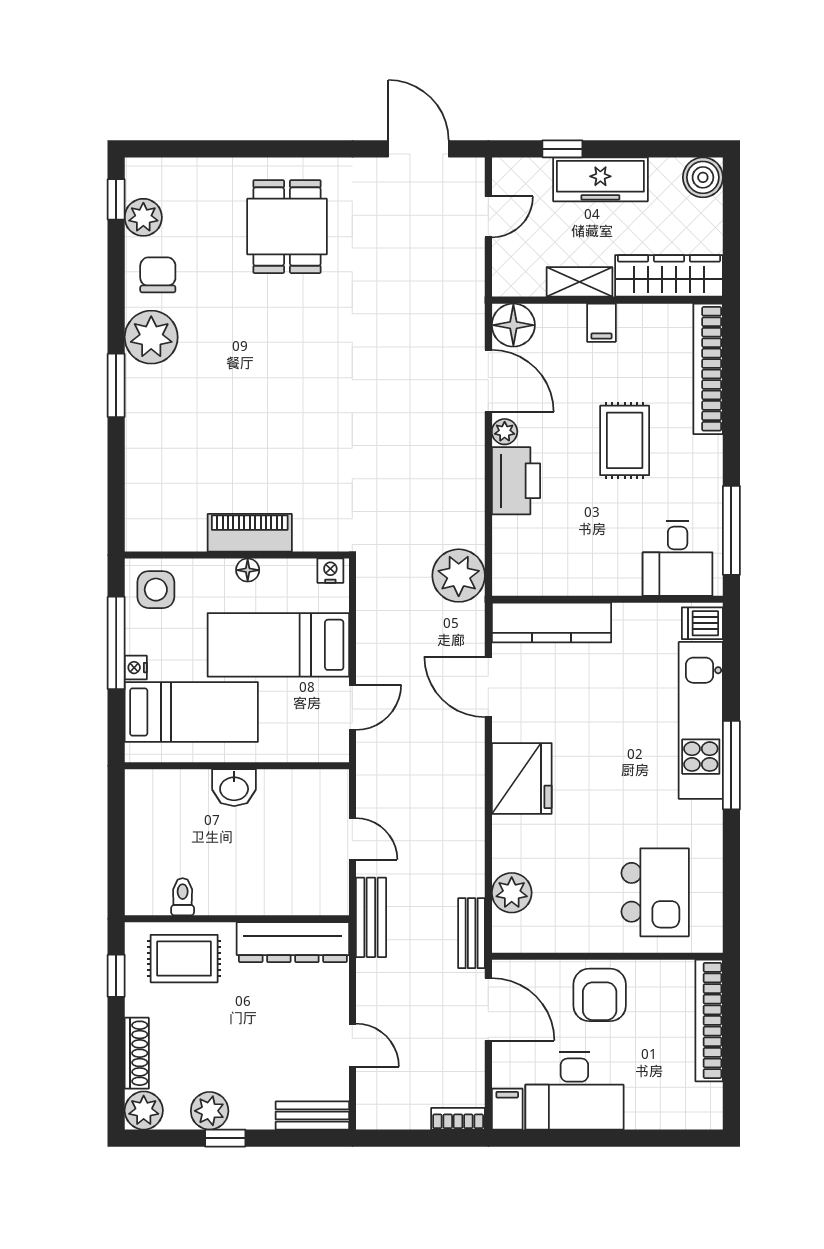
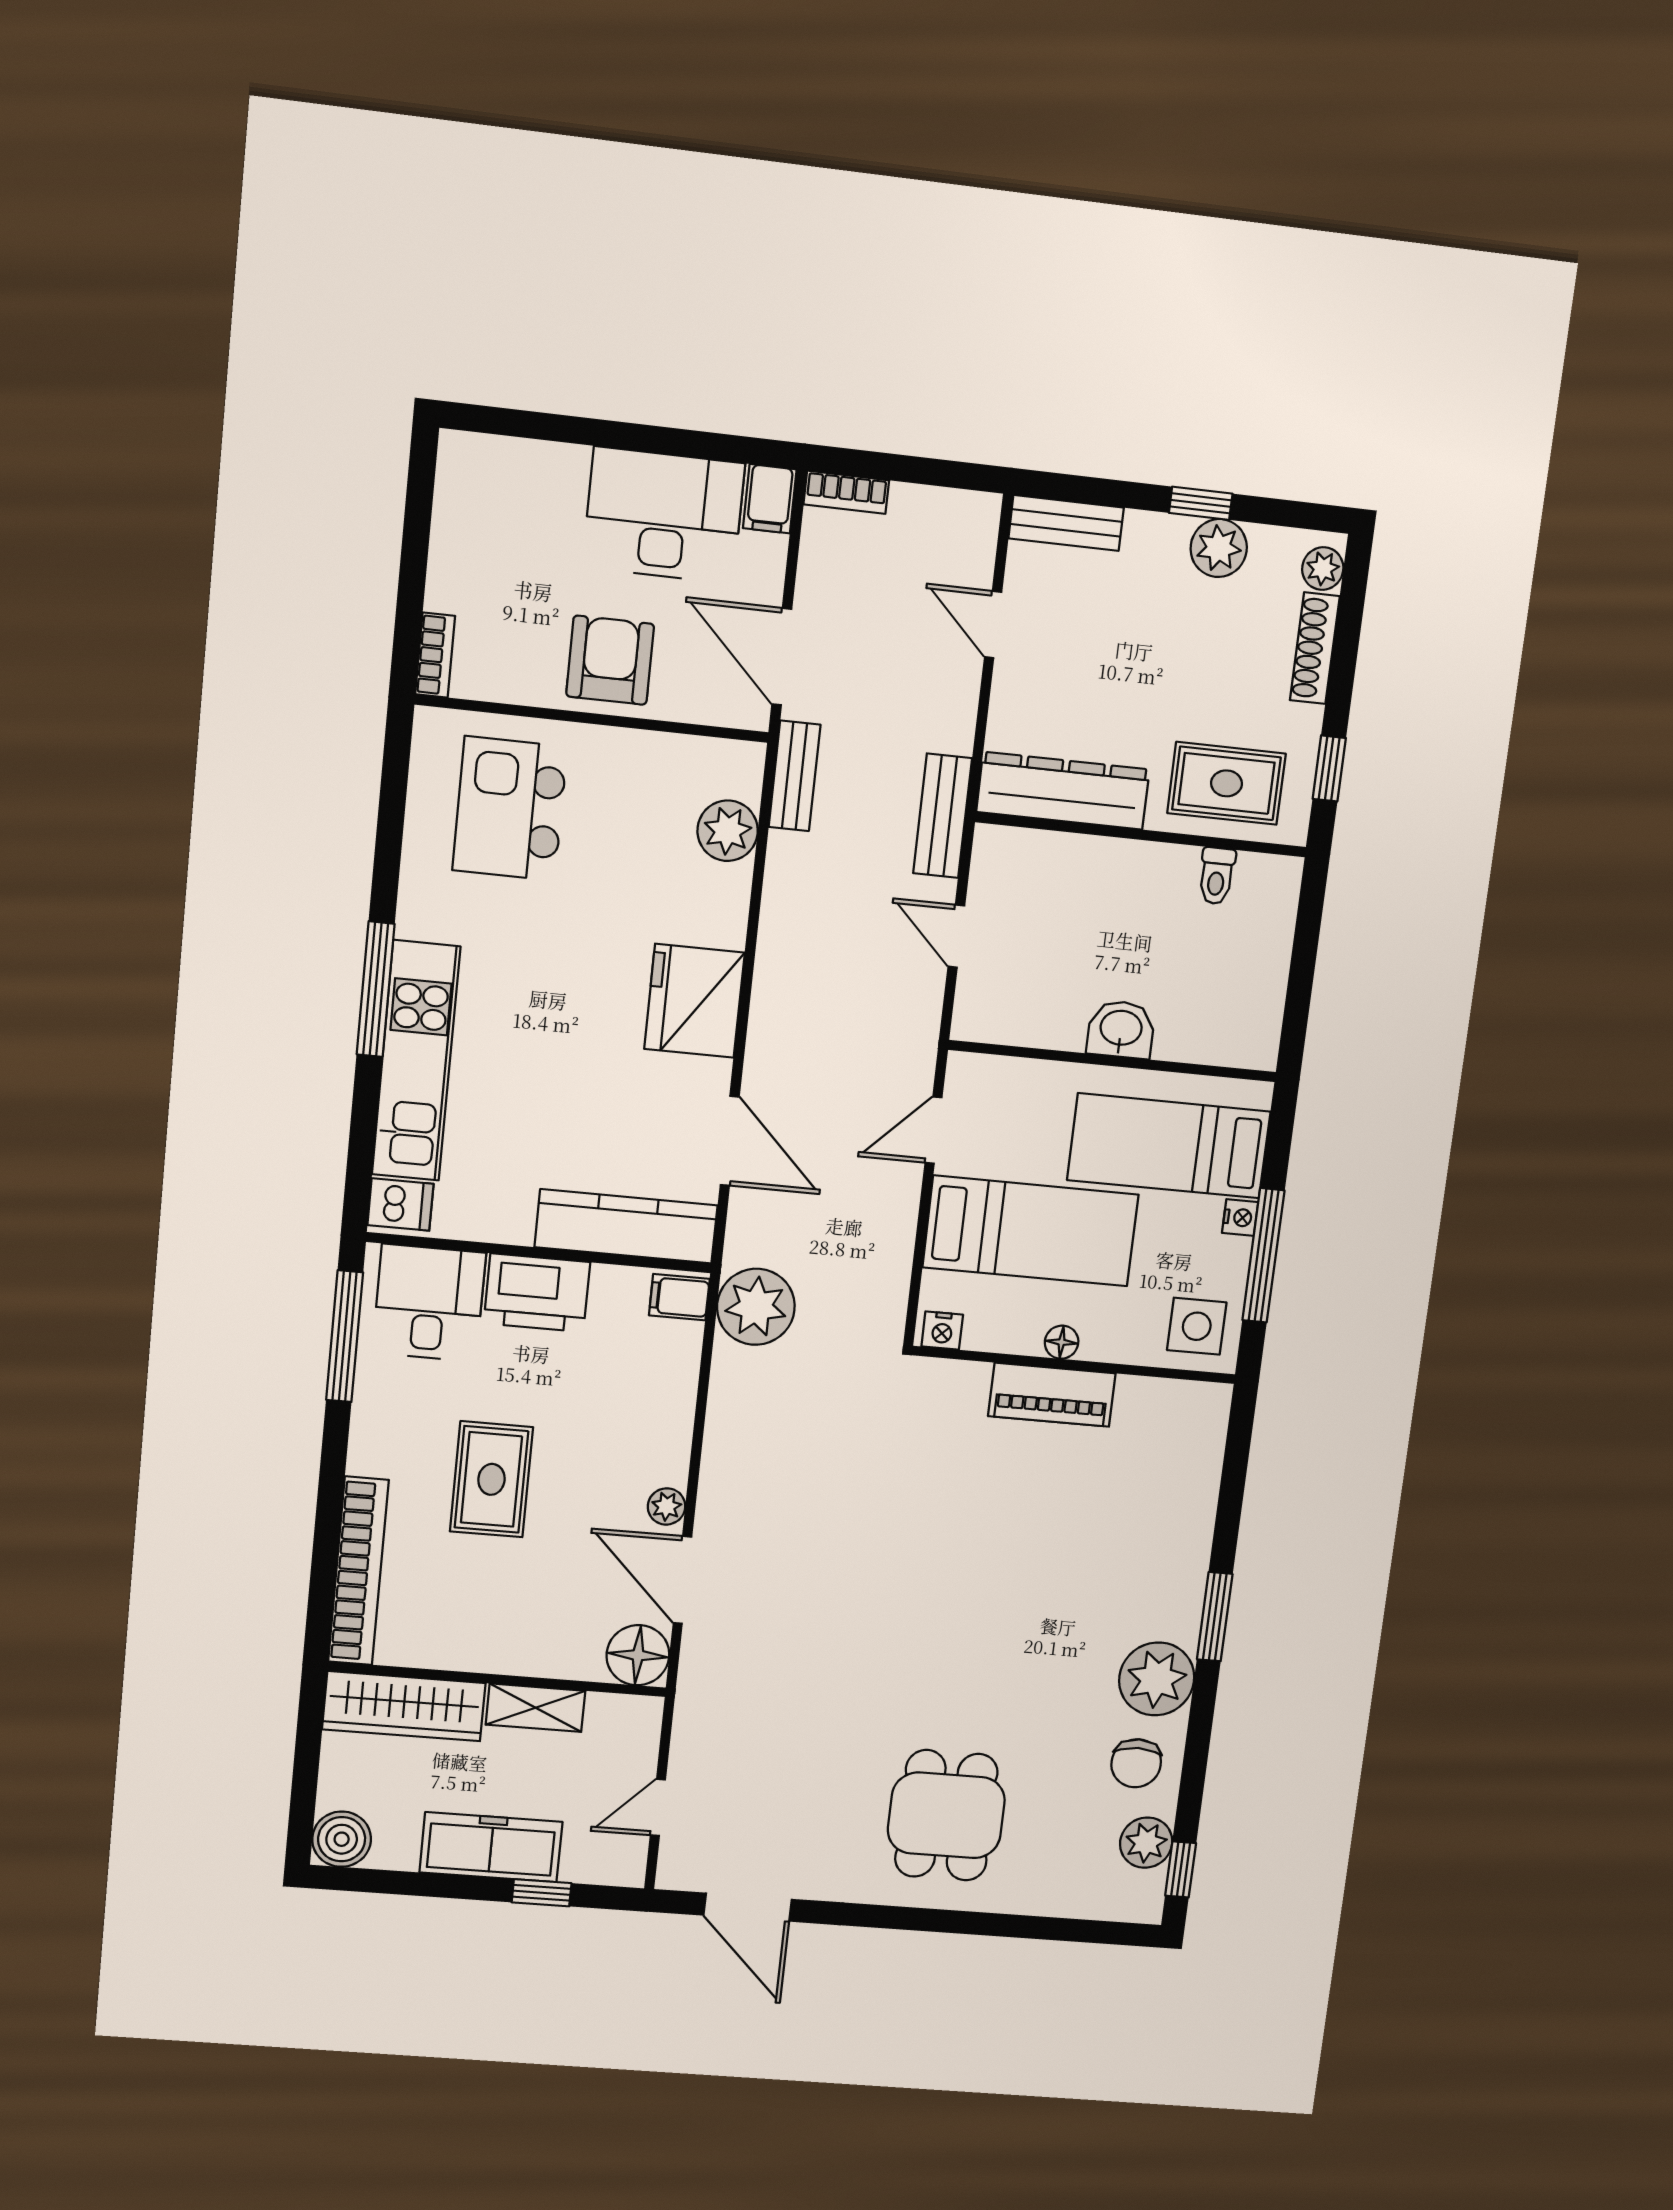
filing cabinet: (601, 323) -> (679, 1297), moved, turned -90
printer: (516, 481) -> (537, 1293), moved, turned -90
bookcase: (709, 1020) -> (435, 655), width x0.43, depth x0.76
plant: (144, 1110) -> (1323, 569), width x0.73, depth x0.73

